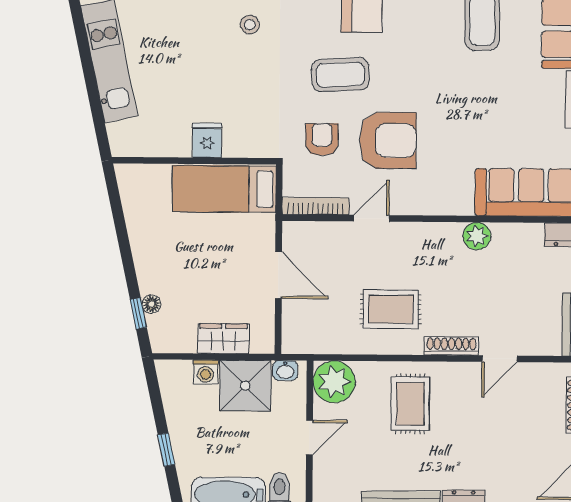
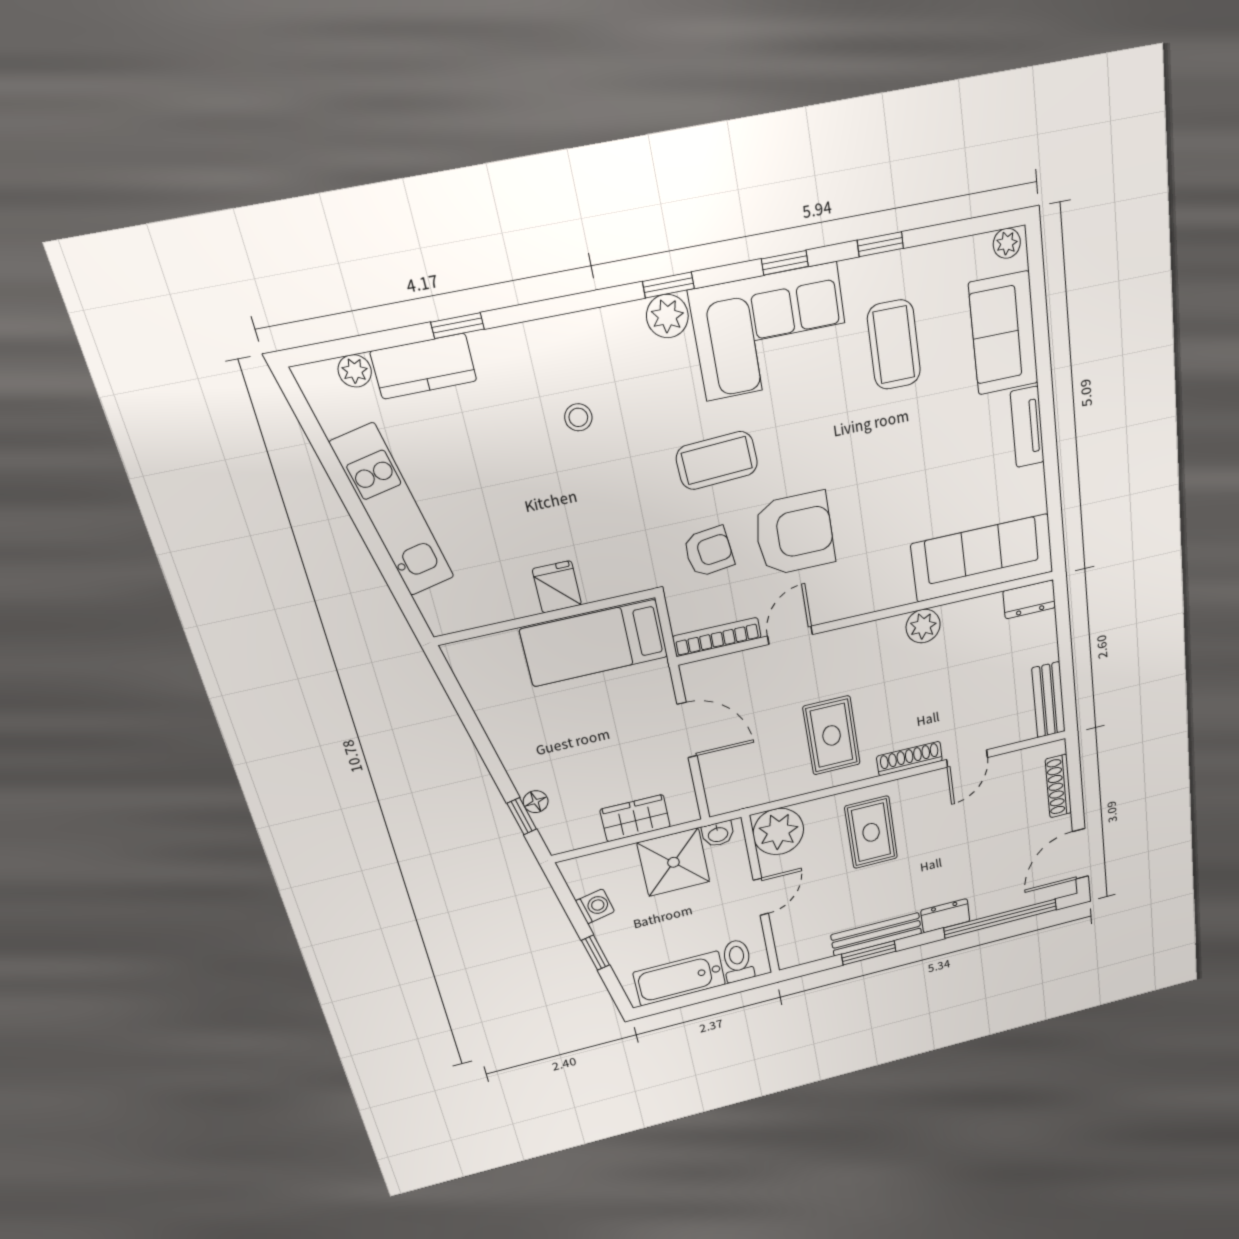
armchair: (322, 139) -> (709, 552), turned 83
rug: (391, 309) -> (832, 735), turned 90
washing machine: (206, 372) -> (595, 906), moved, turned -102

